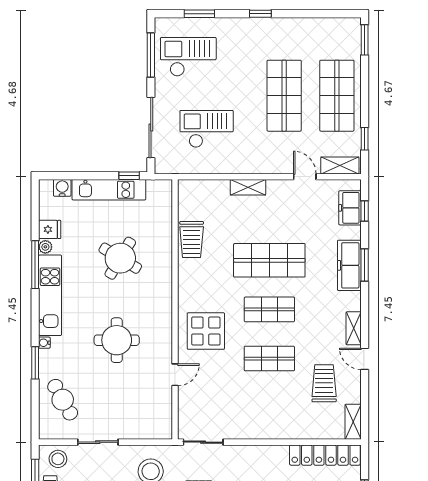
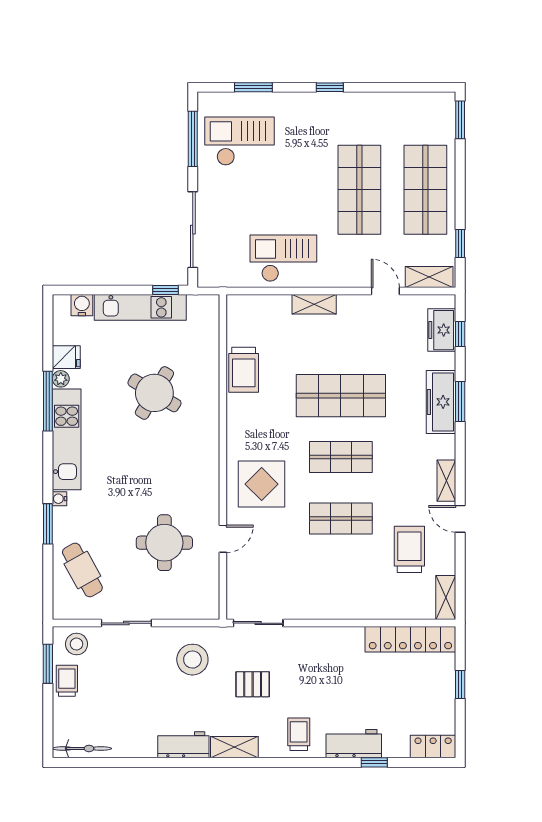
checkout: (207, 129) -> (283, 258), moved
round table: (117, 340) -> (164, 543), moved

